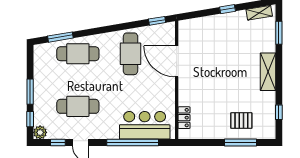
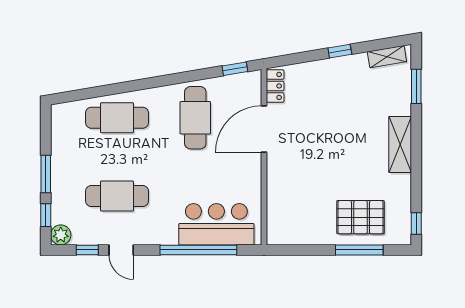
window: (60, 37) -> (91, 93), removed
door: (177, 61) -> (264, 129), hinge flipped
window: (279, 112) -> (416, 223), moved
locker: (184, 118) -> (275, 86), moved
pallet: (241, 121) -> (360, 217), width x1.50, depth x1.42

